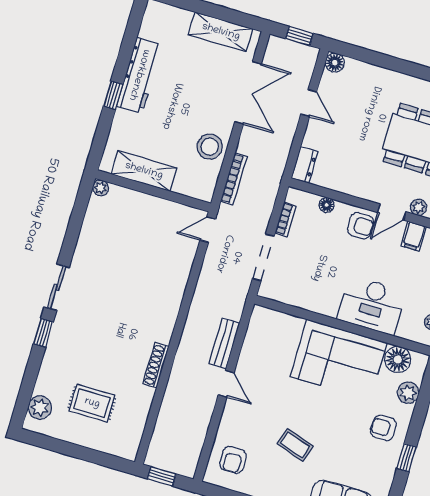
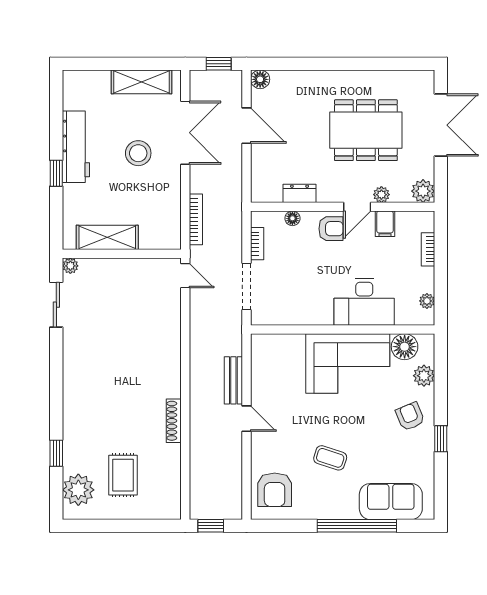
door: (309, 103) -> (247, 126), width x1.38
stool: (210, 147) -> (138, 153), moved
dresser: (304, 165) -> (300, 193), moved, turned -90
door: (208, 230) -> (185, 276), swing flipped
sliding door: (57, 287) -> (56, 305), moved
window: (43, 333) -> (56, 453), moved
rug: (92, 403) -> (123, 475), turned 90
plant: (40, 407) -> (78, 490), width x1.36, depth x1.36
armchair: (383, 428) -> (410, 416), turned 67
armchair: (233, 460) -> (275, 490), width x1.38, depth x1.38

